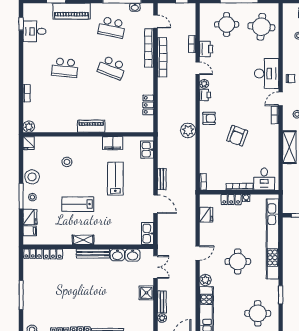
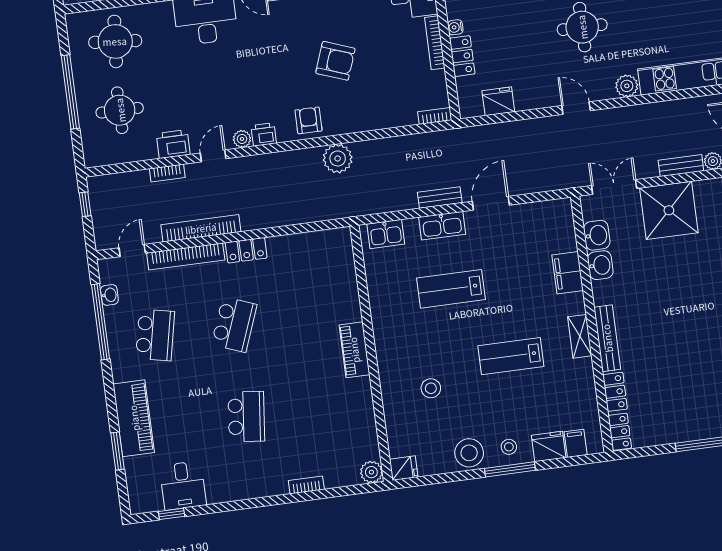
locker: (148, 105) -> (246, 250), moved
filing cabinet: (113, 143) -> (568, 273), moved, turned 180
lab bench: (78, 204) -> (511, 356), turned 90
kitchen sink: (148, 233) -> (442, 226), moved
bench: (93, 254) -> (607, 338), moved
shower: (146, 293) -> (669, 210), width x1.86, depth x1.86

